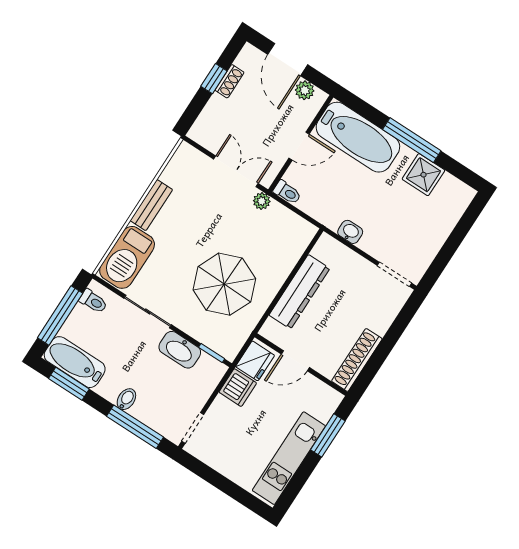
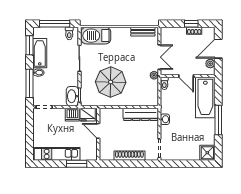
shower: (423, 175) -> (207, 153), moved
bench: (151, 205) -> (143, 32), moved
dresser: (299, 292) -> (141, 114), moved
washbasin: (180, 350) -> (72, 96), moved
shoe rack: (357, 360) -> (129, 156), moved
bathtub: (75, 362) -> (40, 53), moved

